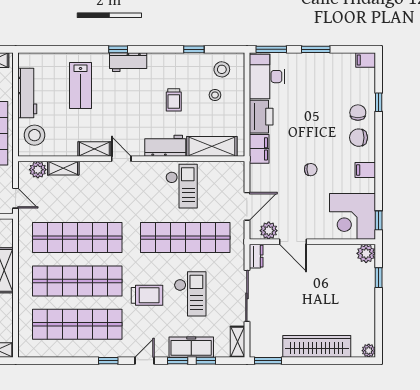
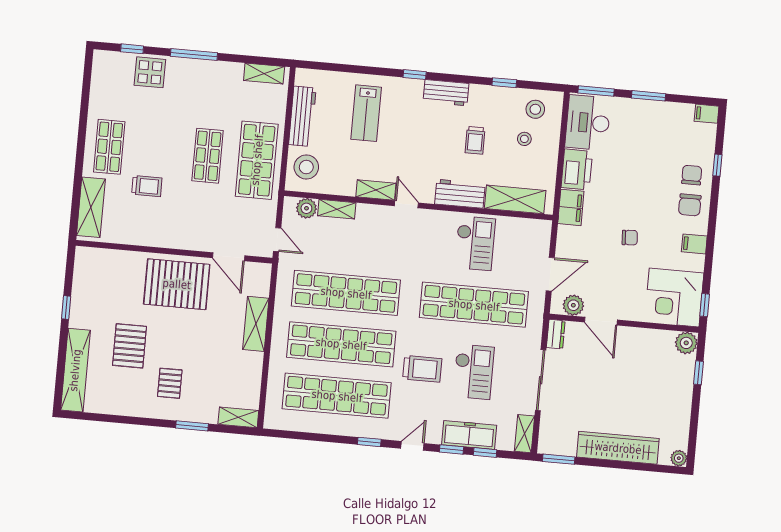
workbench: (128, 62) -> (446, 93), moved
chair: (358, 138) -> (690, 205), turned -90

